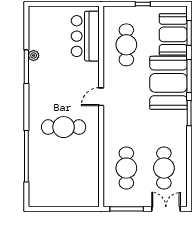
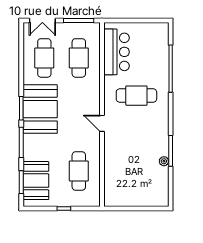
bar counter: (85, 36) -> (116, 52), moved
booth: (168, 83) -> (40, 109), moved
door: (101, 97) -> (102, 123), swing flipped

